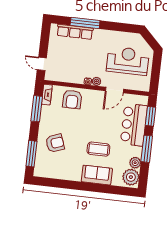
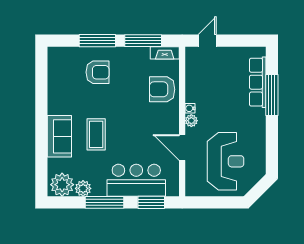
armchair: (55, 143) -> (98, 72), turned -70
window: (31, 154) -> (97, 41), moved

